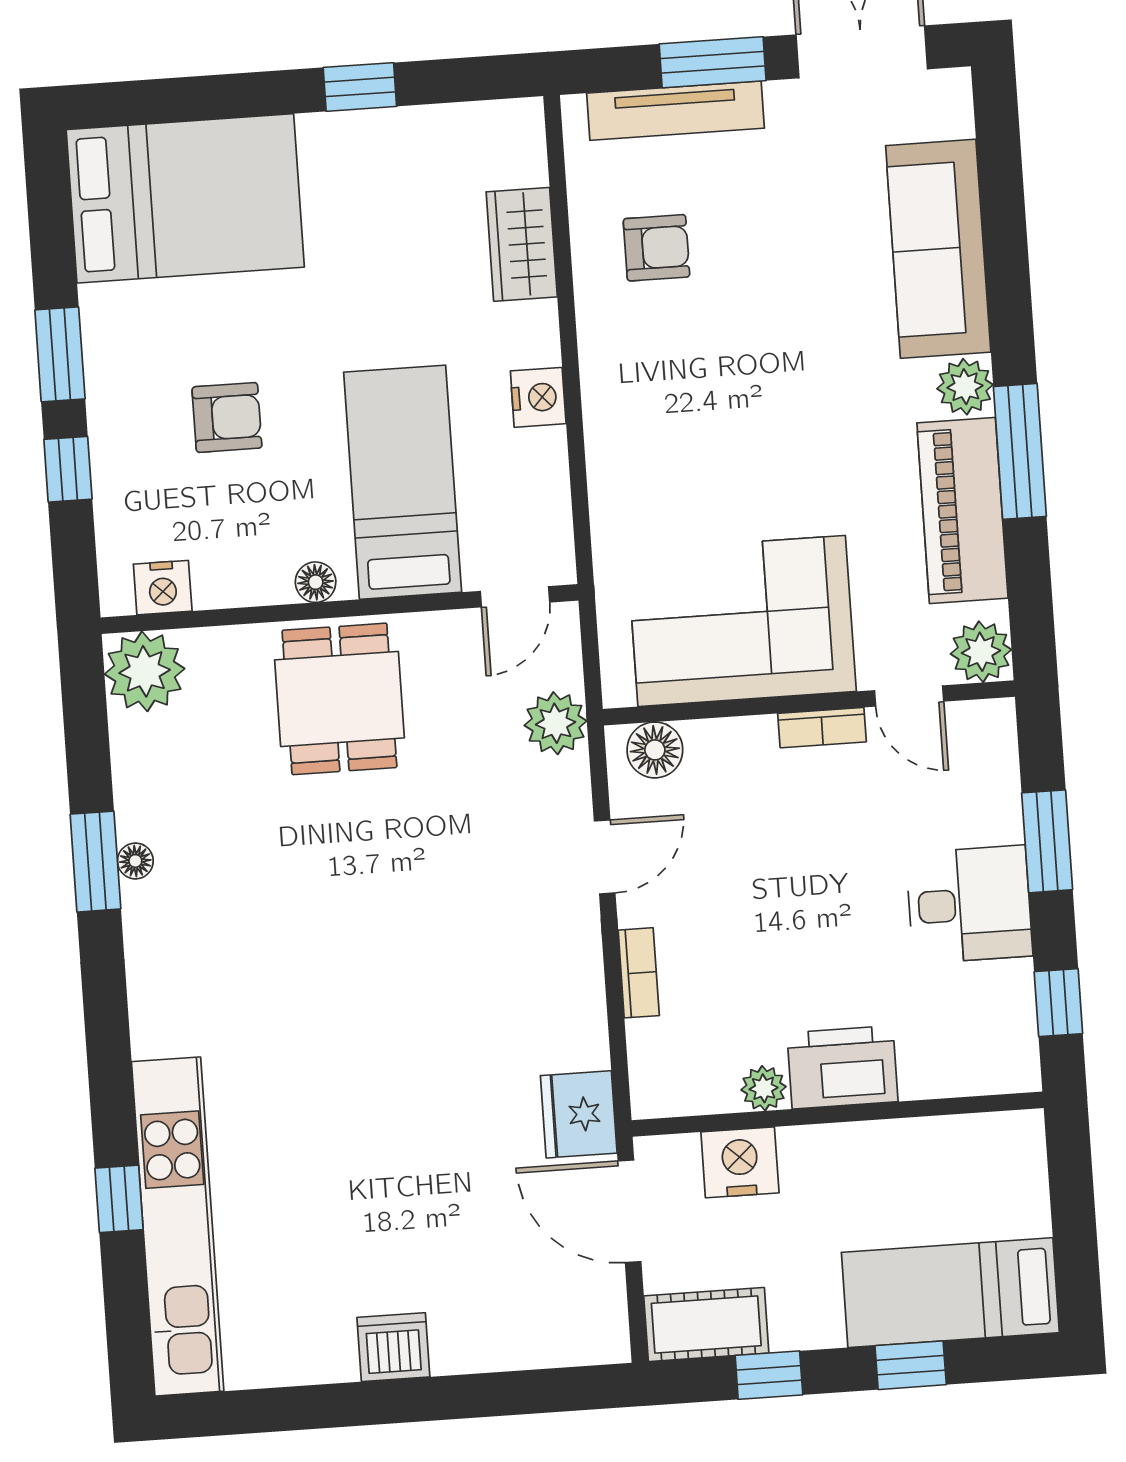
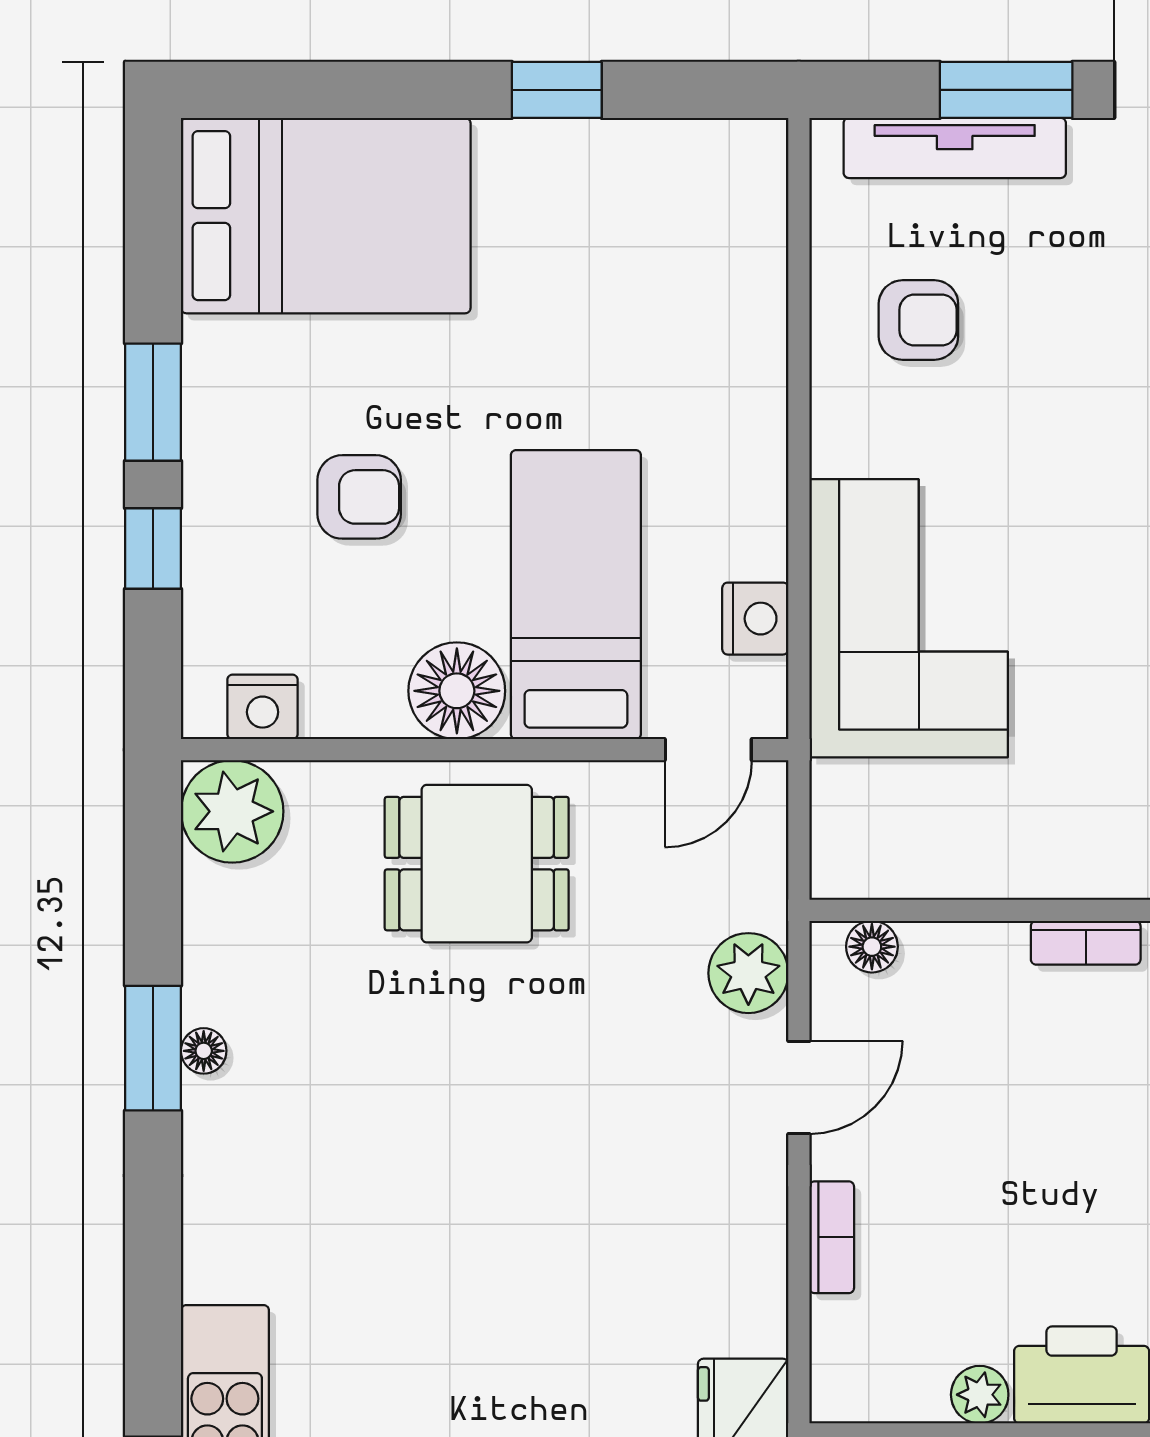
wardrobe: (522, 244) -> (748, 304), removed
nightstand: (538, 397) -> (755, 619), moved
floor lamp: (316, 582) -> (457, 691), width x1.89, depth x1.89
corner sofa: (742, 621) -> (909, 618), moved, turned 90
dining table: (339, 699) -> (477, 864), turned 90
plant: (556, 723) -> (748, 973), moved
floor lamp: (655, 750) -> (872, 947), width x0.73, depth x0.73

